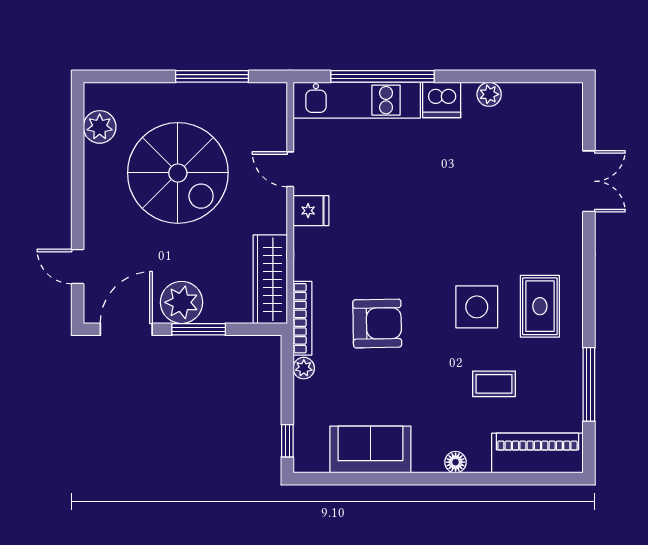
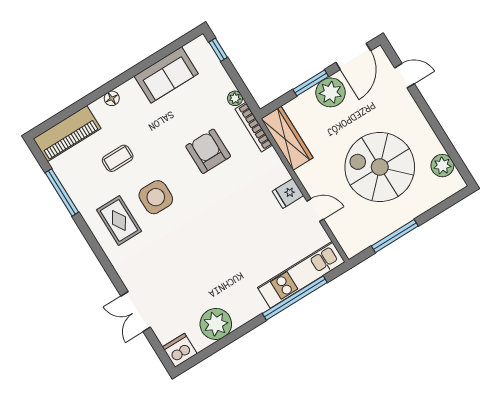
plant: (489, 94) -> (216, 324), width x1.88, depth x1.88
dishwasher: (442, 100) -> (180, 350), moved
armchair: (377, 323) -> (208, 151), turned 91

